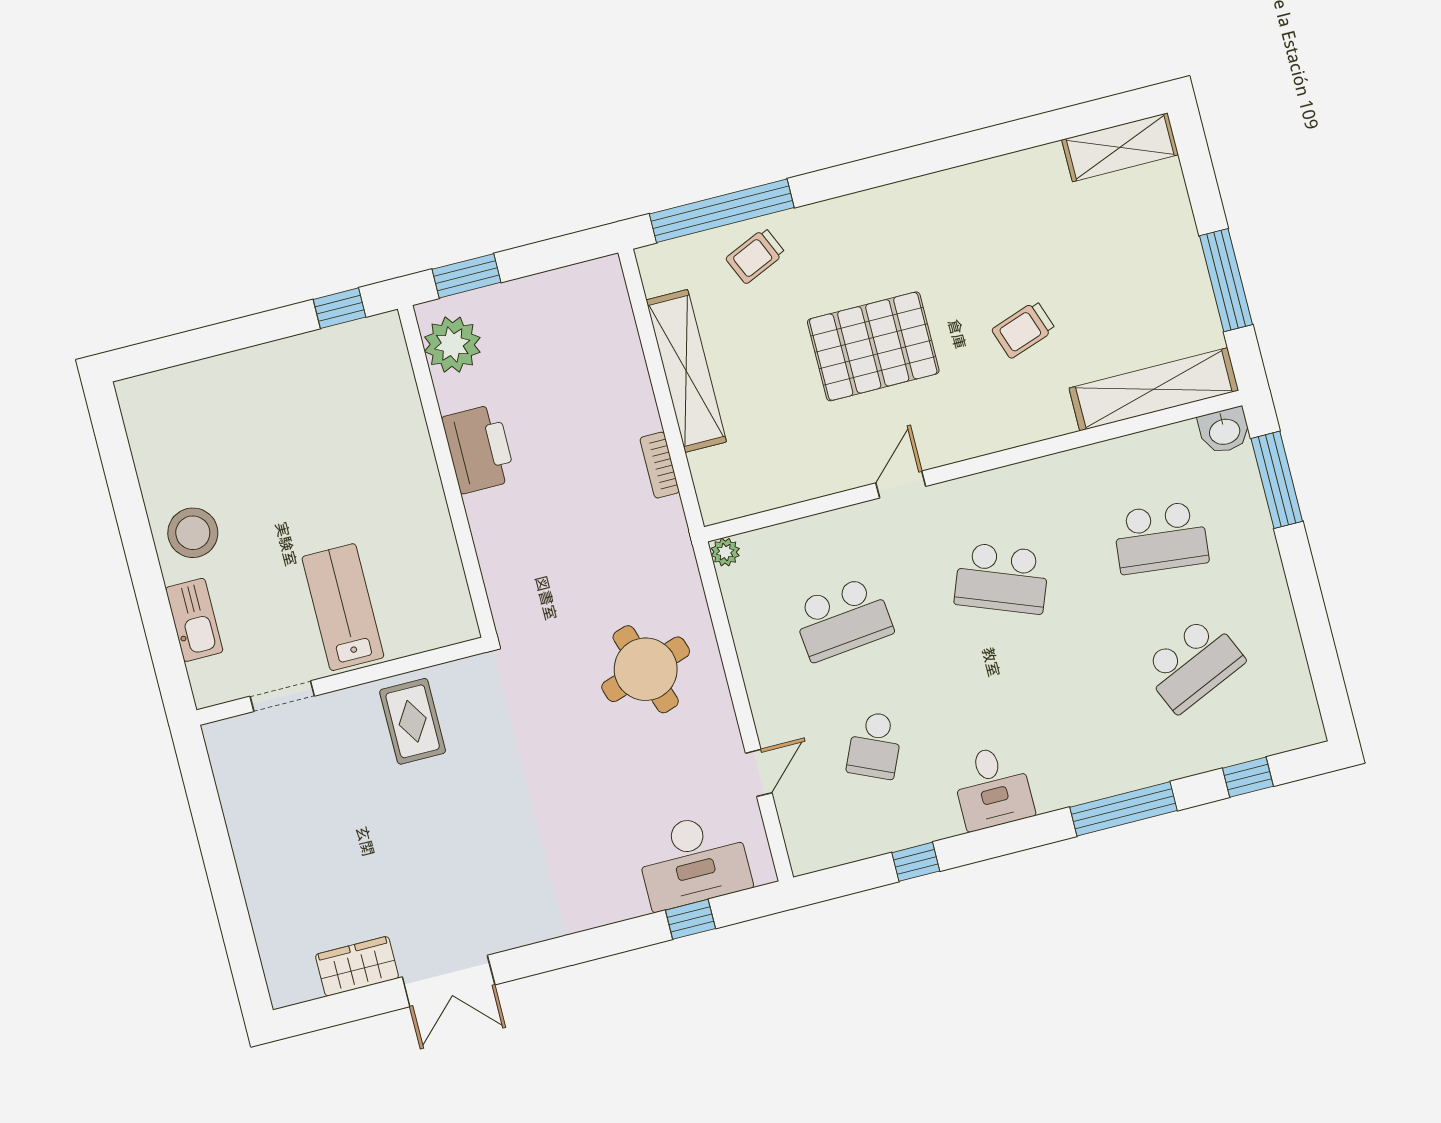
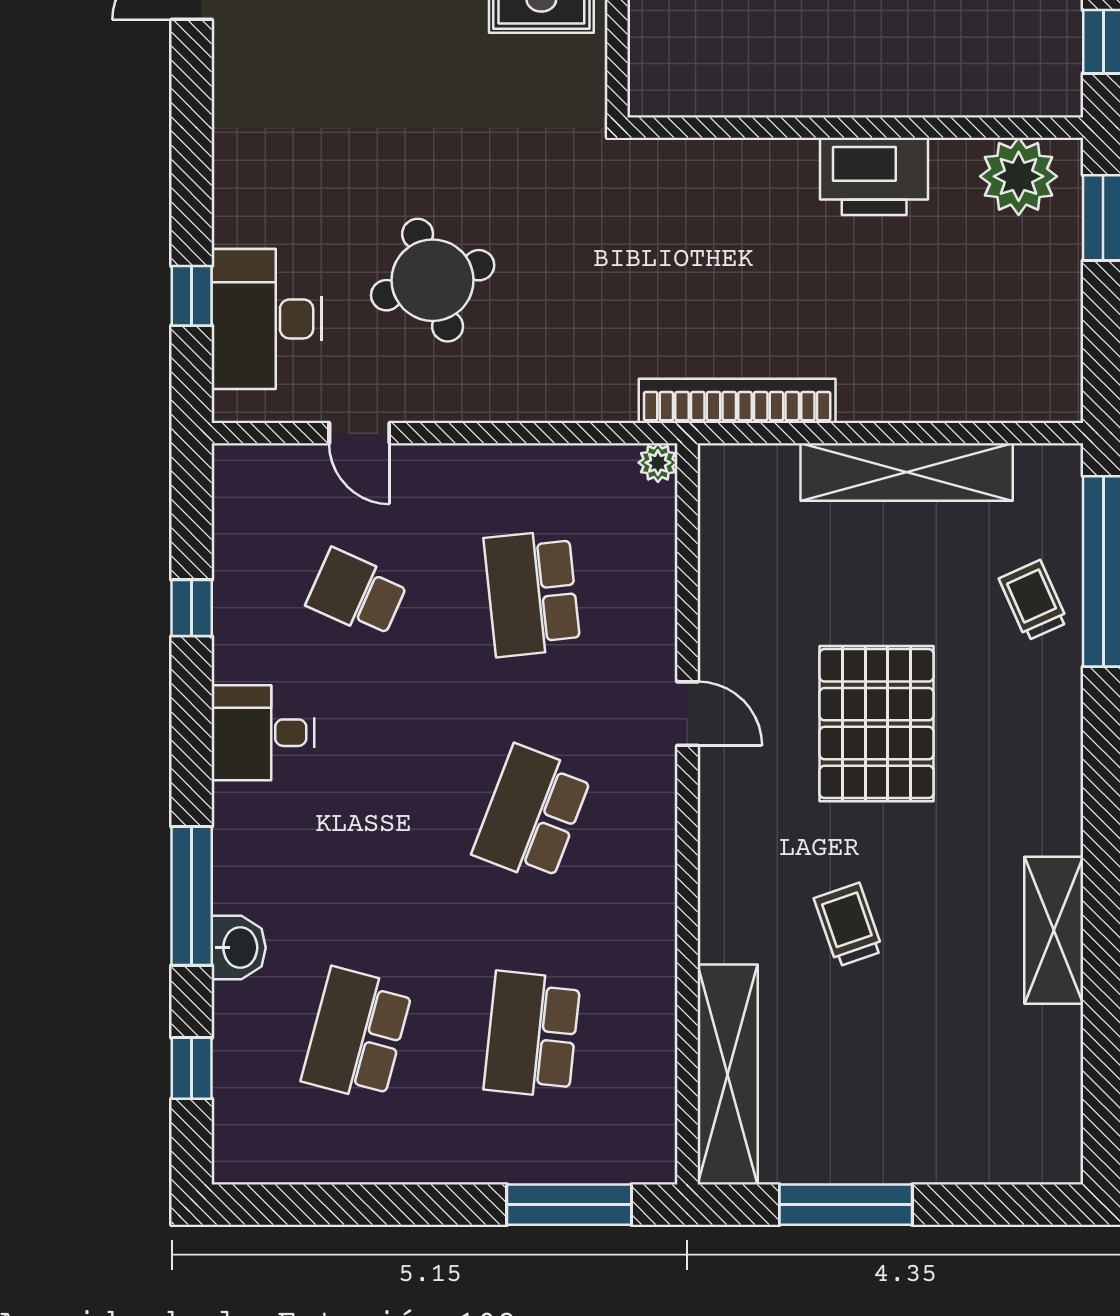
shelving: (1120, 147) -> (1054, 930), moved
washbasin: (1224, 431) -> (239, 948), moved, turned 180
bookcase: (660, 465) -> (737, 401), width x2.31, depth x1.31
school desk: (1193, 664) -> (357, 1034), turned 39
round table: (646, 669) -> (433, 280), moved

